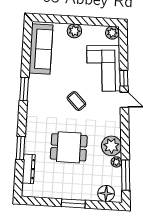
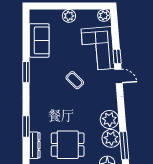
sofa: (41, 49) -> (39, 40), width x0.73
dining table: (69, 147) -> (68, 145), moved
plant: (116, 162) -> (111, 138), width x1.88, depth x1.88

